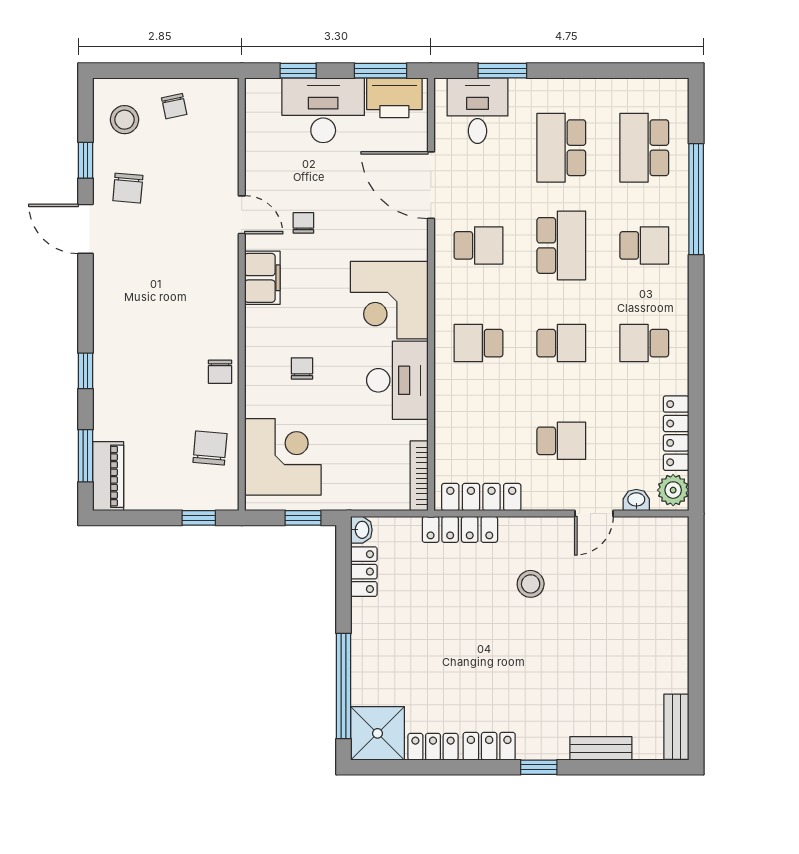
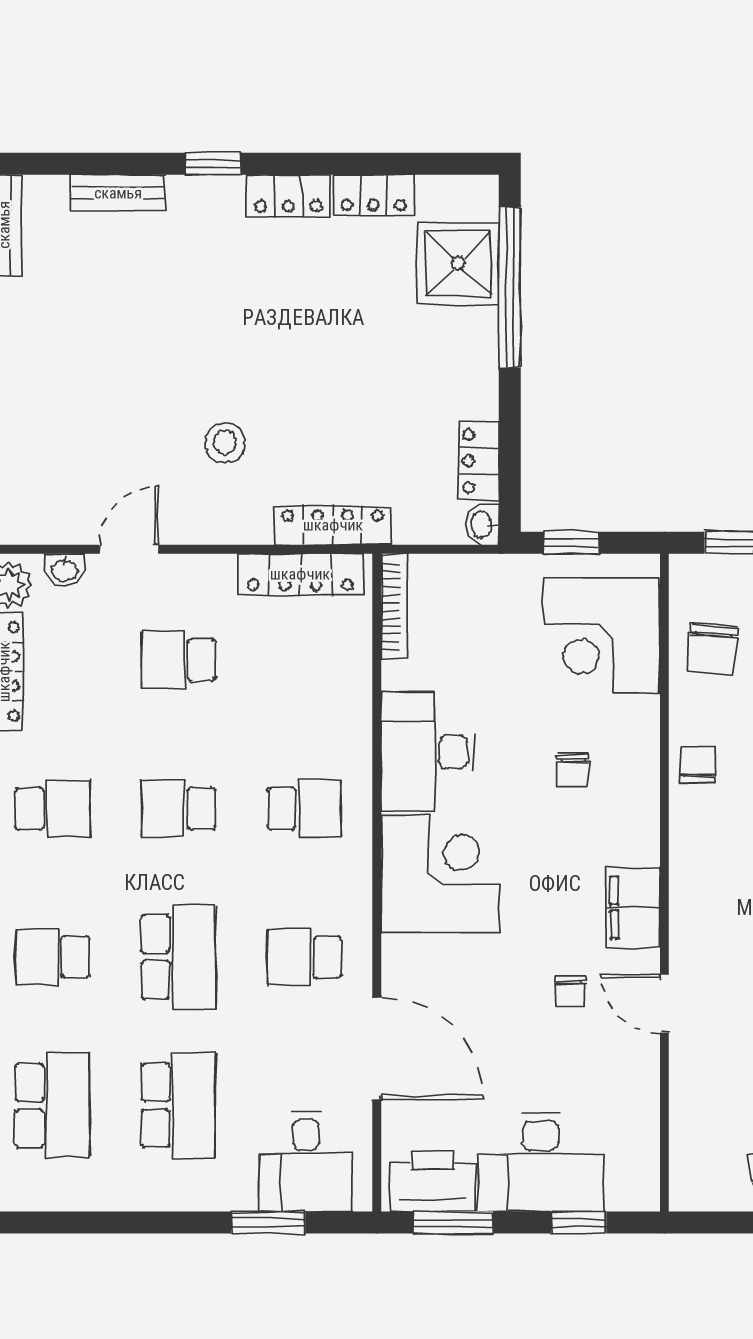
school desk: (561, 245) -> (178, 957), turned 180
shower: (377, 733) -> (458, 263), moved

